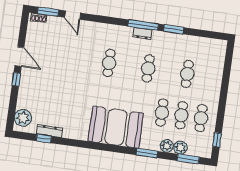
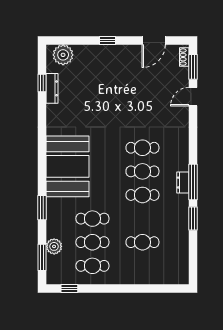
door: (19, 57) -> (154, 41), moved
cafe table: (129, 66) -> (142, 171), added
plant: (167, 146) -> (54, 230), removed

